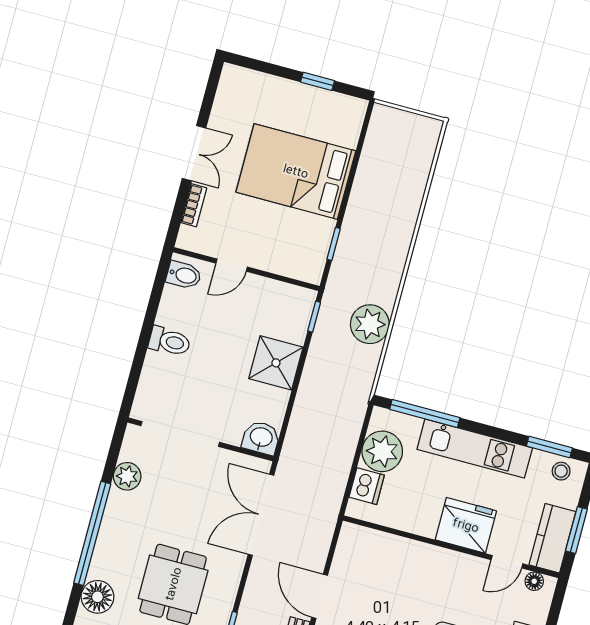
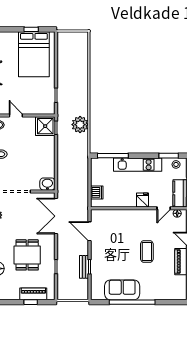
bed: (296, 171) -> (34, 54), moved, turned -90
door: (232, 265) -> (16, 115), swing flipped
shower: (276, 363) -> (45, 126), moved
plant: (382, 451) -> (99, 176), removed
fridge: (466, 525) -> (142, 200), width x0.53, depth x0.75
door: (320, 596) -> (89, 231), moved

